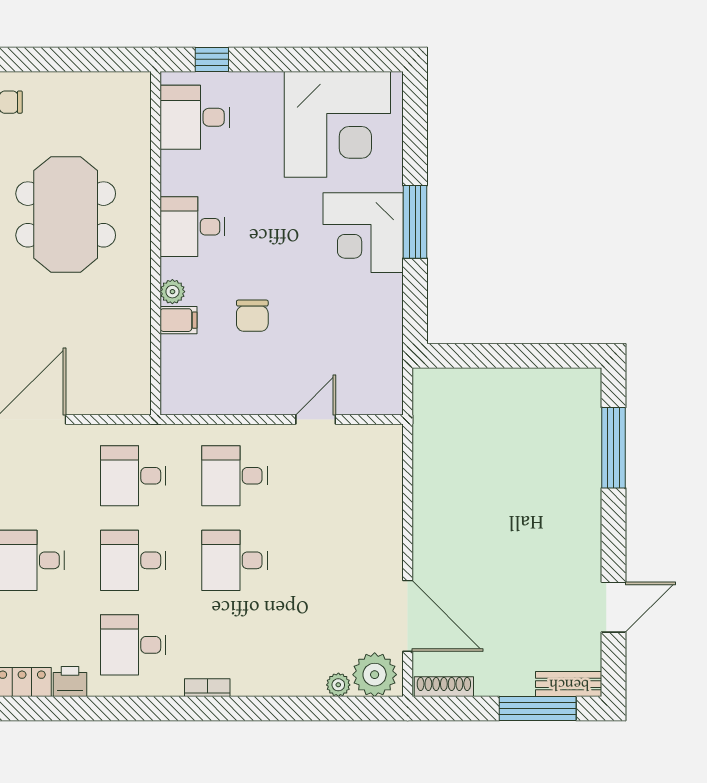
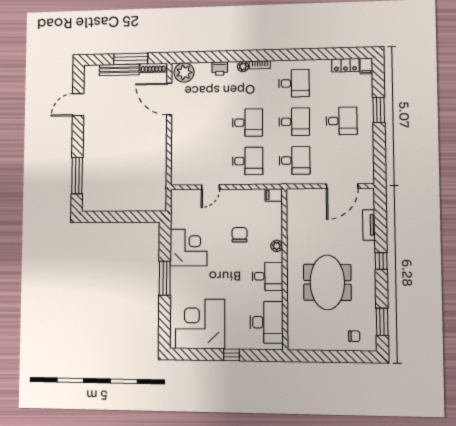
window: (212, 59) -> (232, 355), moved
desk: (195, 117) -> (267, 322), width x1.37
corner desk: (363, 233) -> (189, 248), moved
filing cabinet: (178, 320) -> (274, 195), moved
printer: (70, 681) -> (220, 69), moved
bench: (569, 684) -> (119, 70), moved, width x1.36
plant: (338, 685) -> (243, 66), moved
window: (538, 708) -> (131, 59), moved

